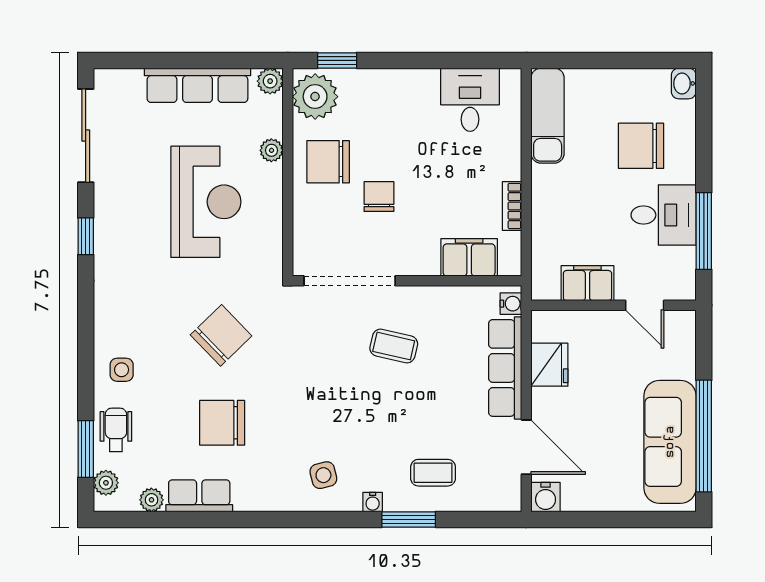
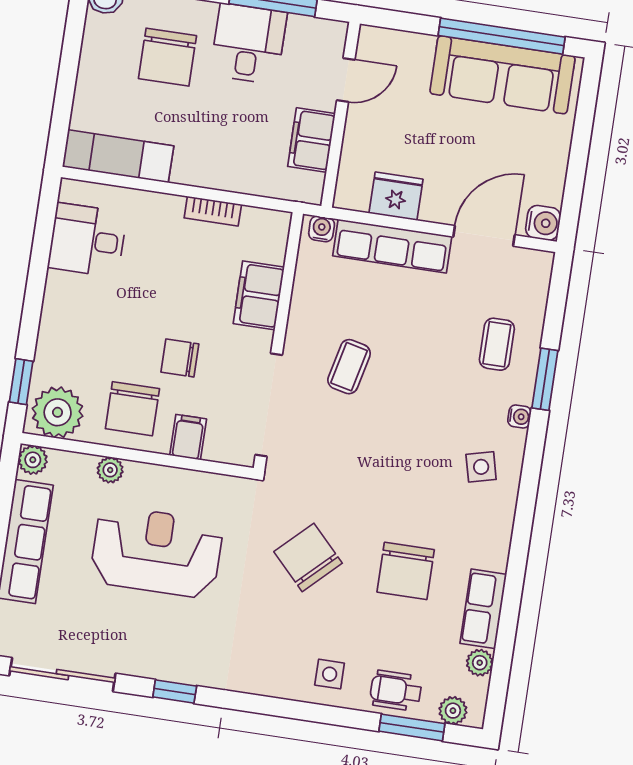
filing cabinet: (311, 214) -> (188, 437), added
filing cabinet: (469, 257) -> (259, 295), moved

